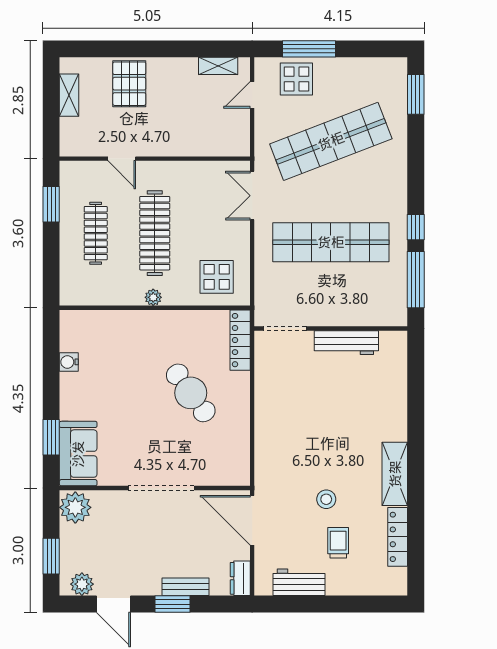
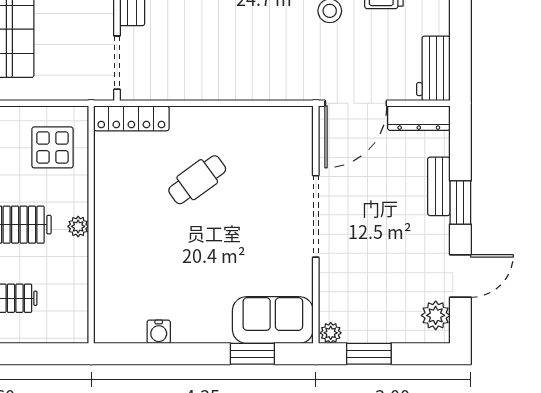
cafe table: (191, 393) -> (197, 180), width x0.73, depth x0.74
plant: (75, 507) -> (331, 333), width x0.53, depth x0.53
window: (51, 556) -> (369, 354), moved
dresser: (240, 578) -> (419, 118), width x1.44
workbench: (299, 582) -> (433, 68), moved

